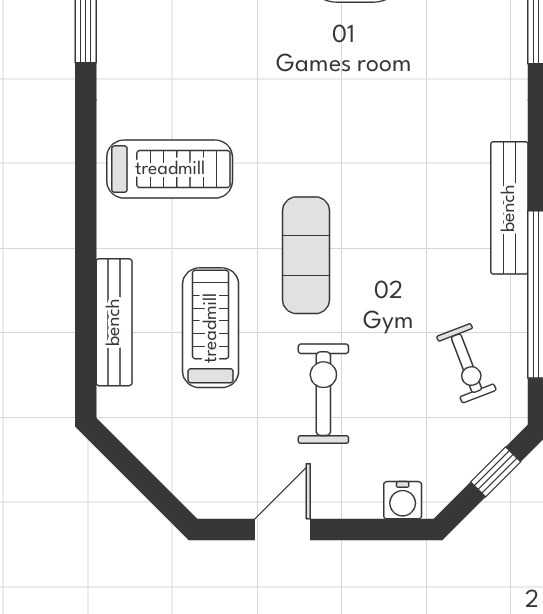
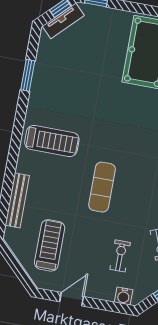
treadmill: (211, 328) -> (50, 245), moved
exercise bike: (323, 394) -> (120, 256), moved, width x0.73, depth x0.72

